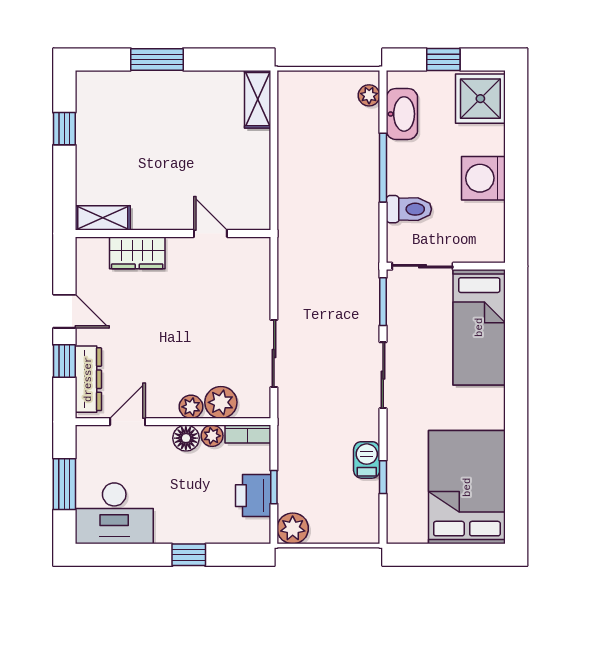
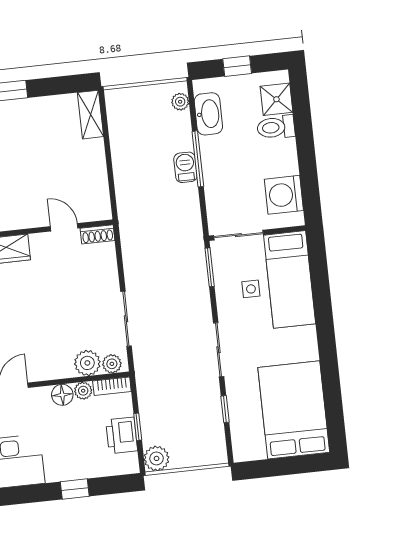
shower: (480, 99) -> (276, 99), width x0.73, depth x0.73
washing machine: (483, 178) -> (284, 195), moved
toilet: (409, 209) -> (276, 127), moved, turned 180
shoe rack: (250, 247) -> (98, 234), added
side table: (431, 334) -> (251, 289), added
sliding door: (383, 375) -> (219, 350), moved
plant: (191, 407) -> (112, 364), moved
barbecue: (367, 460) -> (185, 167), moved

